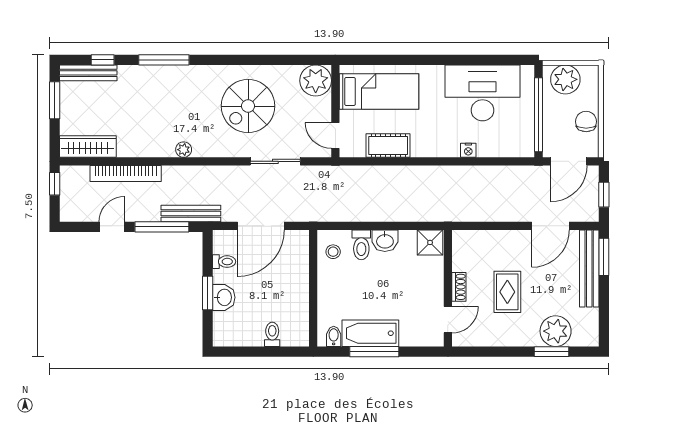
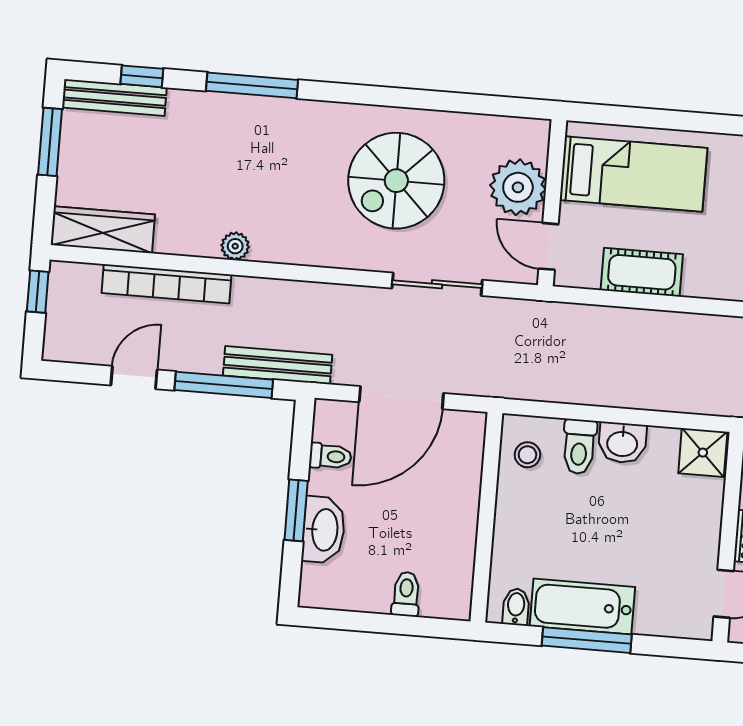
plant: (316, 81) -> (518, 187), moved
plant: (184, 150) -> (235, 246), moved
washbasin: (224, 297) -> (324, 530), width x1.38

